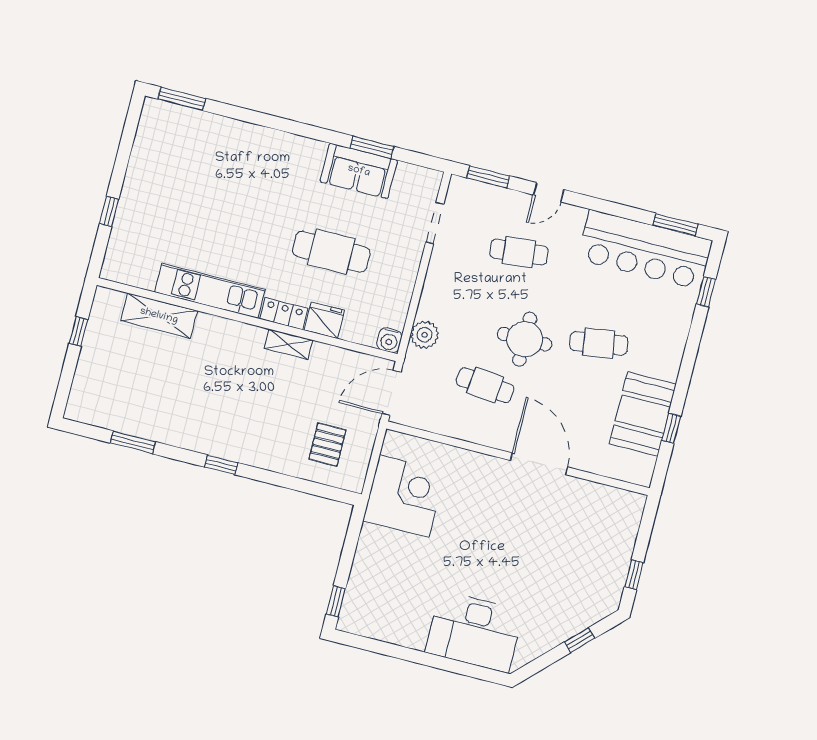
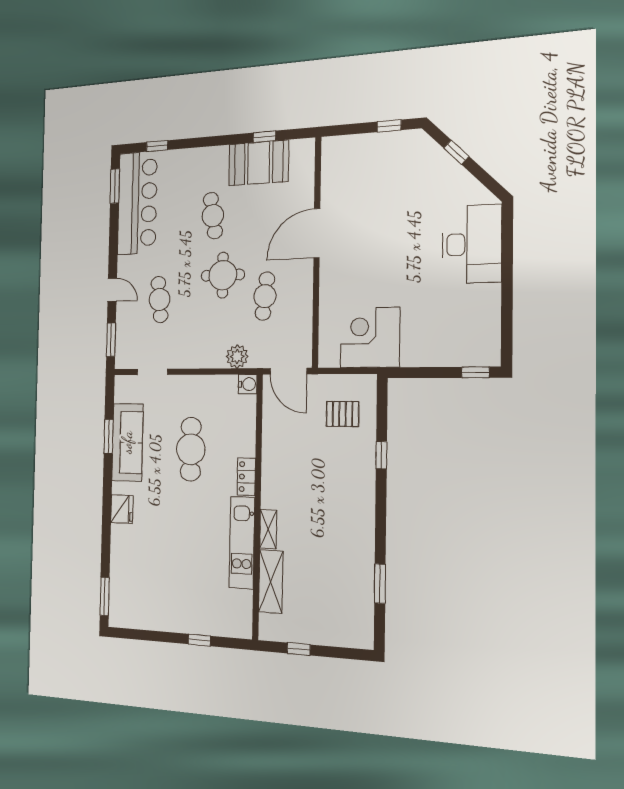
sofa: (359, 171) -> (127, 442), width x1.36
fridge: (324, 320) -> (122, 509), moved, turned 180
shelving: (288, 344) -> (268, 529), moved
window: (221, 465) -> (381, 455), moved

